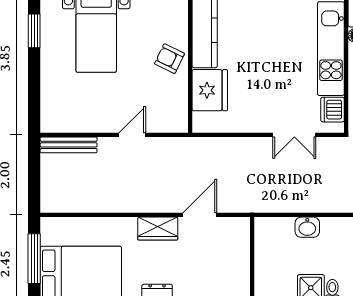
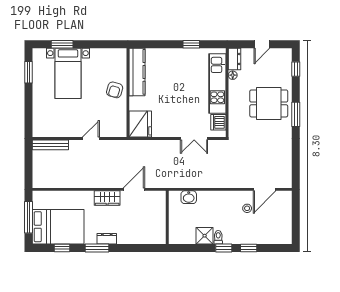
armchair: (169, 59) -> (115, 90), turned -100
fridge: (210, 90) -> (140, 124), moved
washbasin: (307, 227) -> (189, 197), moved

